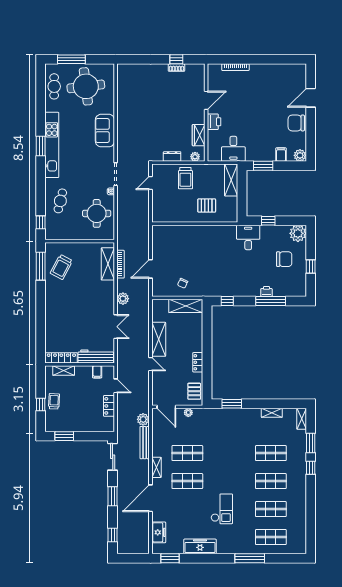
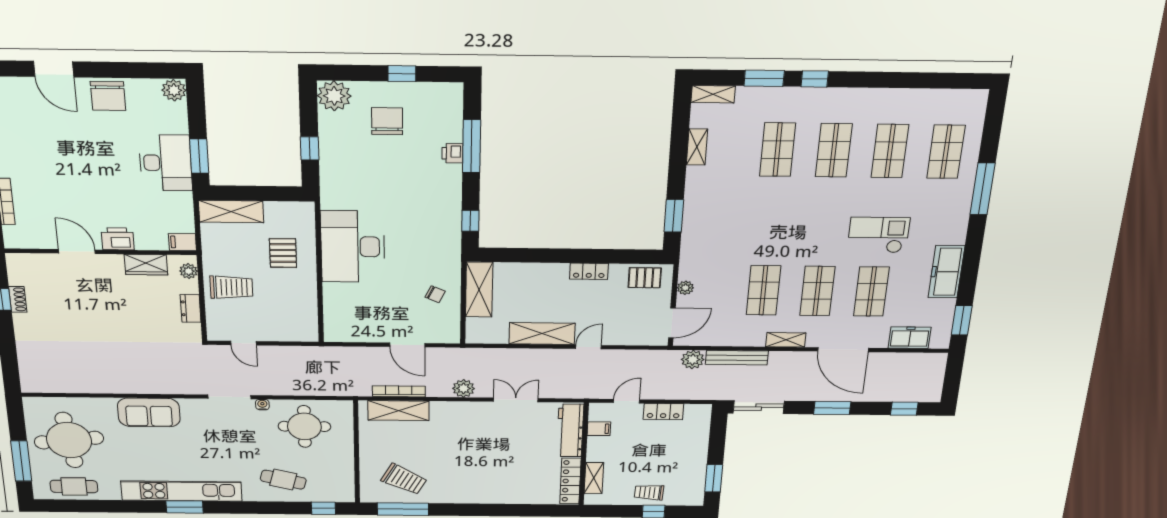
desk: (233, 149) -> (165, 163), moved, width x1.37
filing cabinet: (281, 155) -> (182, 242), moved
desk: (248, 237) -> (353, 247), moved, width x1.87, depth x1.30
shop shelf: (187, 509) -> (871, 292), added

